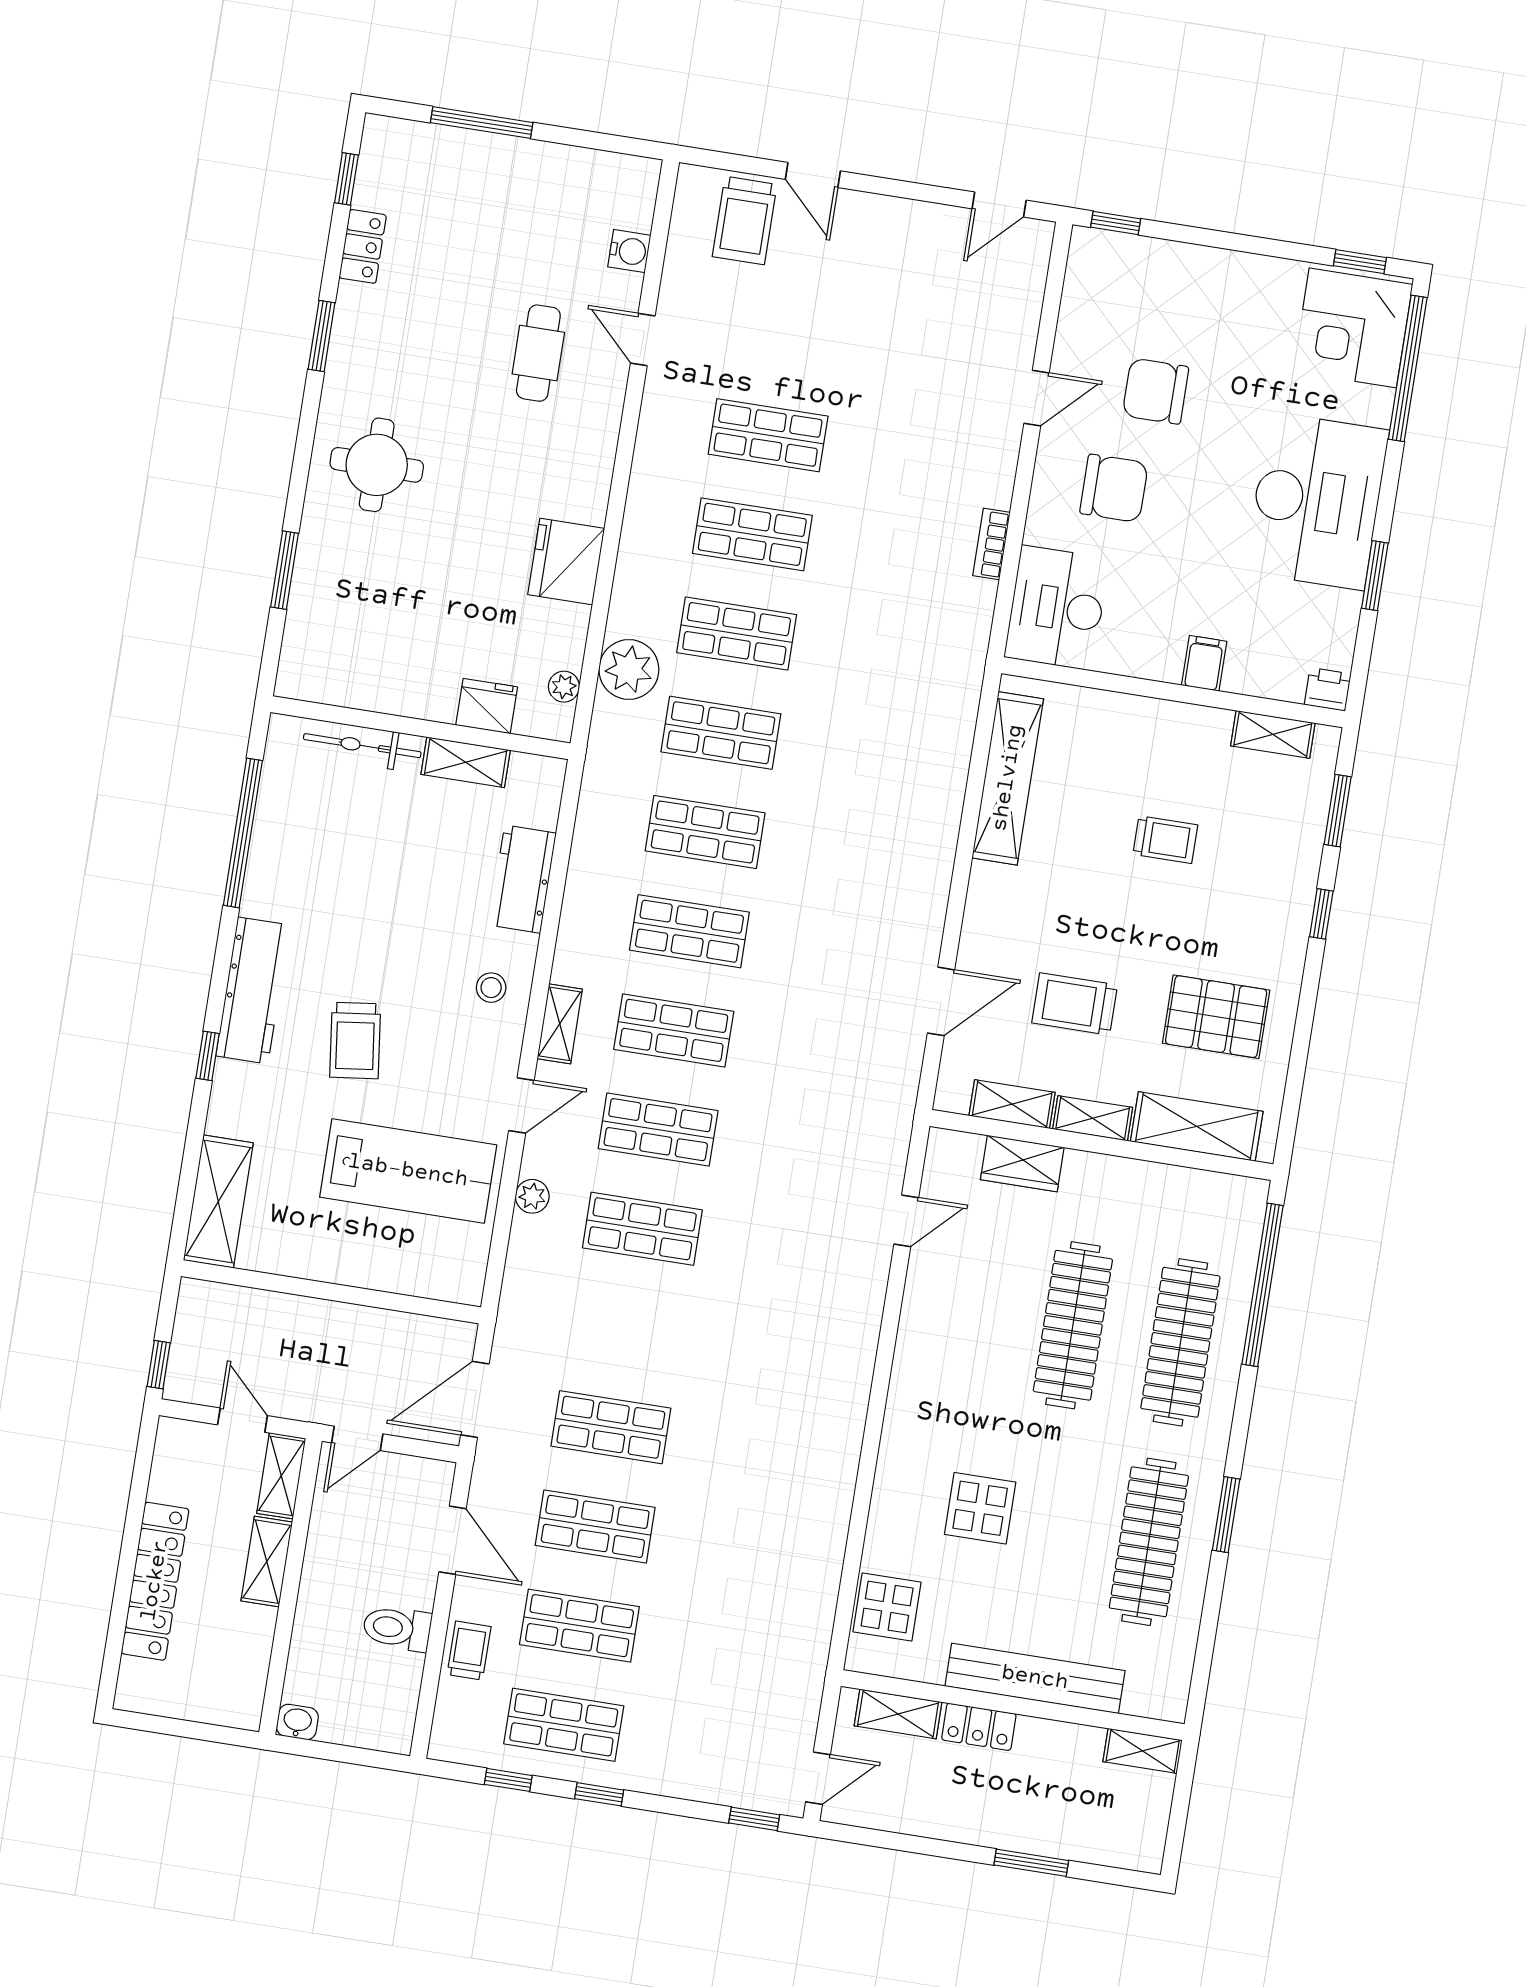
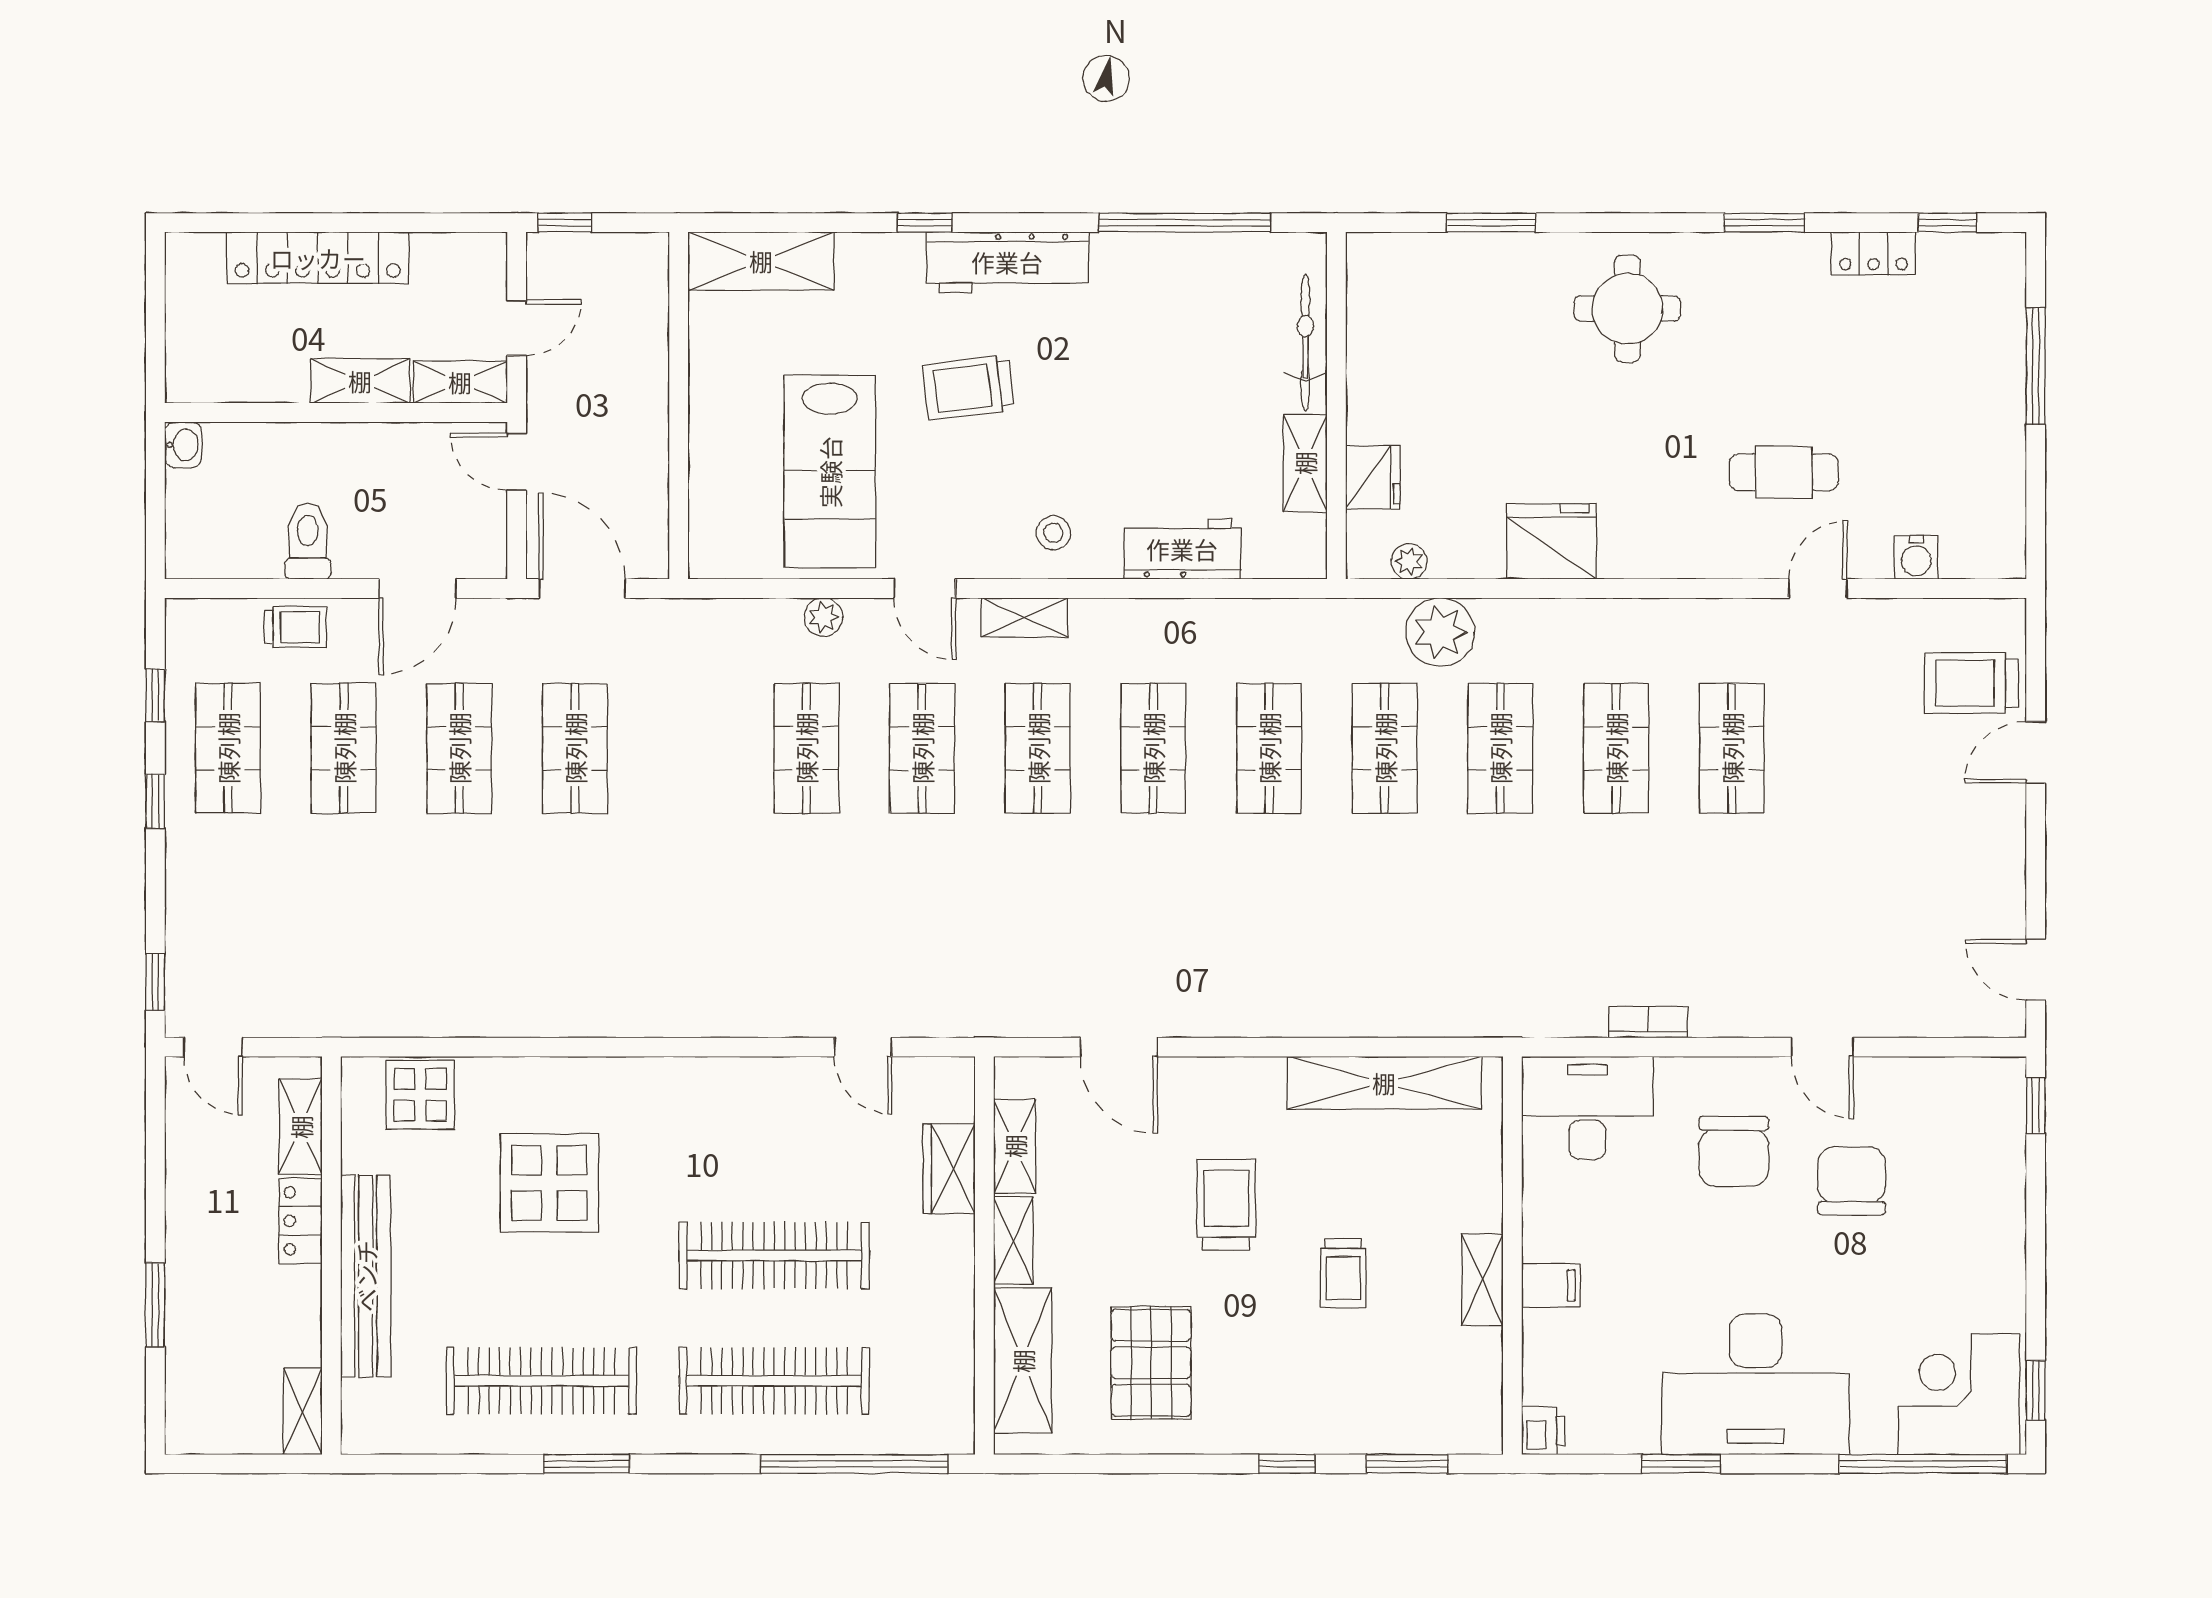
shelving: (1273, 734) -> (1482, 1280), moved
trolley: (1075, 1004) -> (1226, 1205), moved
display table: (980, 1508) -> (549, 1183), width x1.36, depth x1.36

